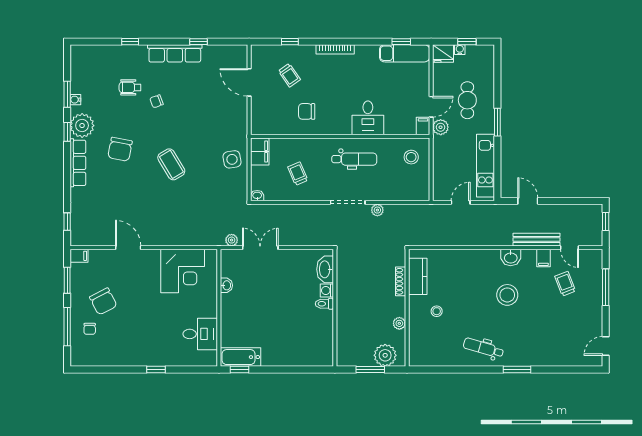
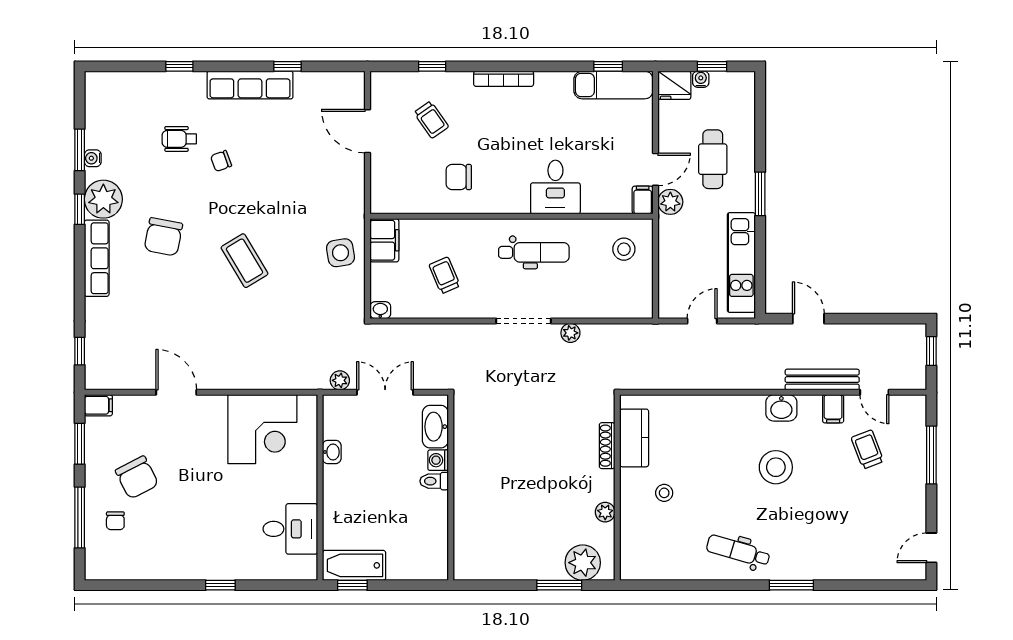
washbasin: (325, 269) -> (435, 427), moved
washing machine: (327, 291) -> (438, 460), moved
toilet: (324, 304) -> (434, 481), moved
wall: (335, 308) -> (451, 488), moved

